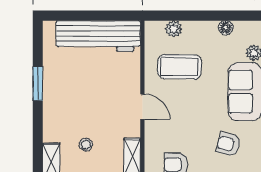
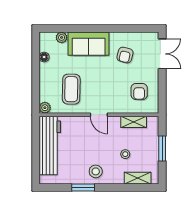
plant: (174, 29) -> (45, 108), moved
stool: (61, 102) -> (96, 171), added
door: (142, 107) -> (99, 115), swing flipped

